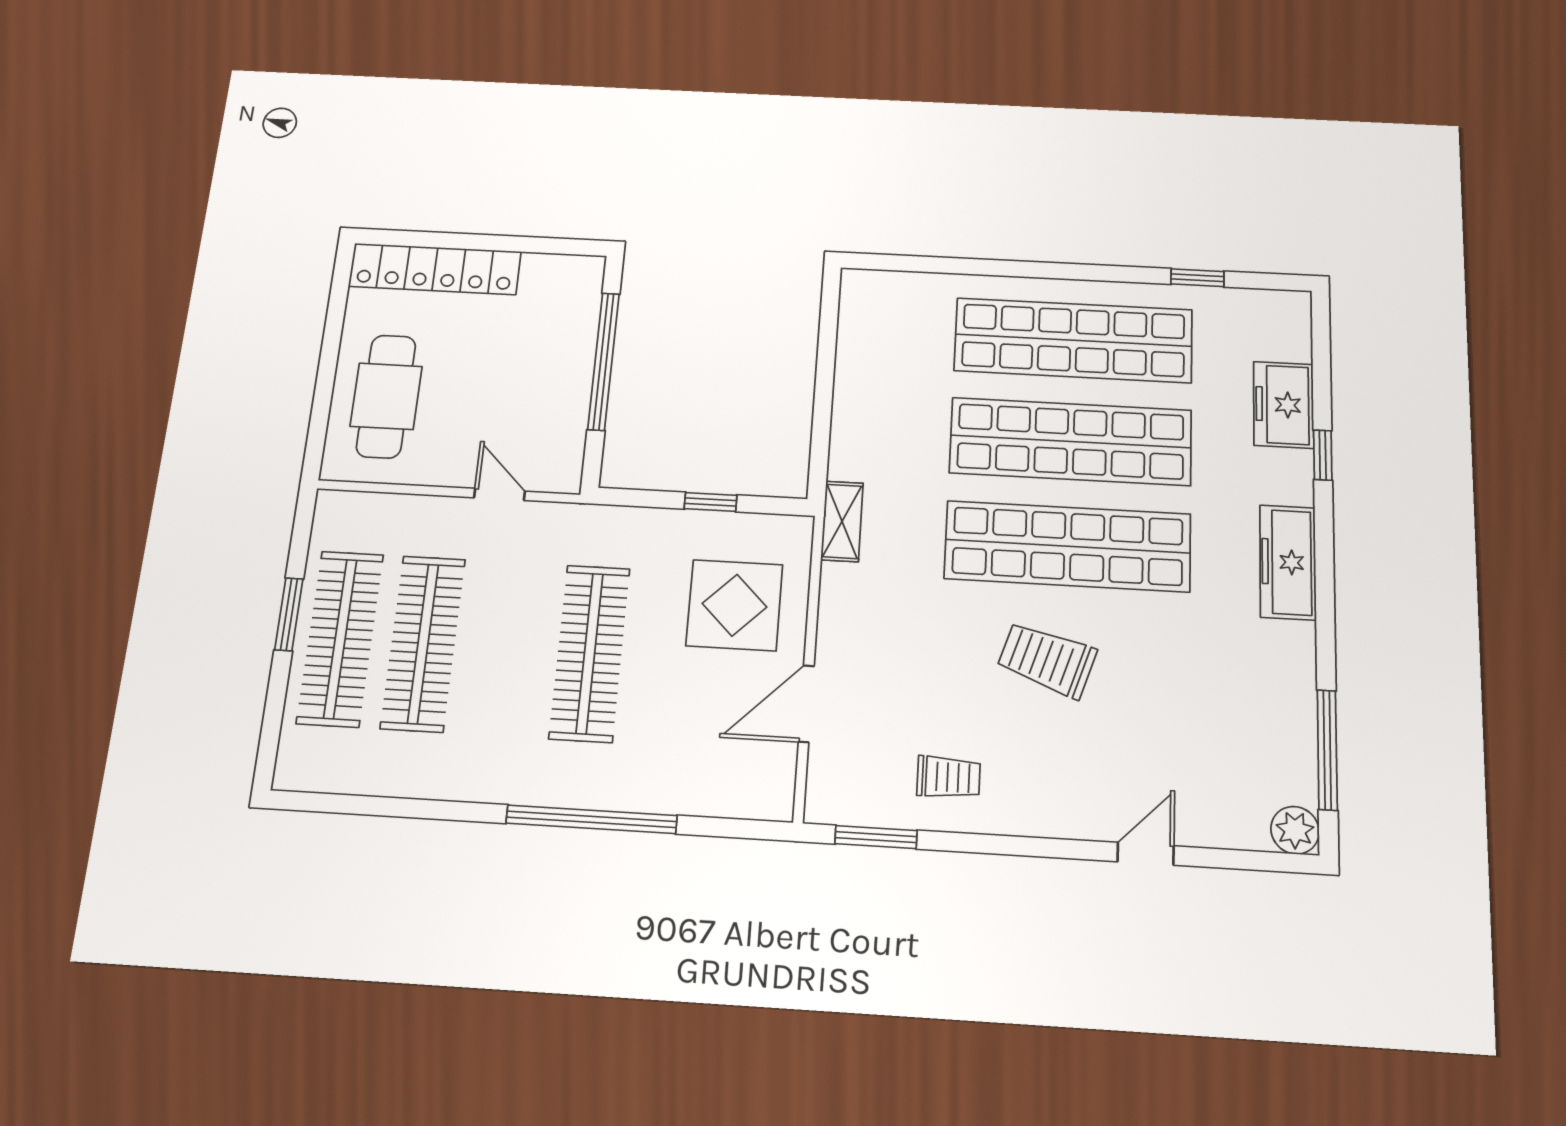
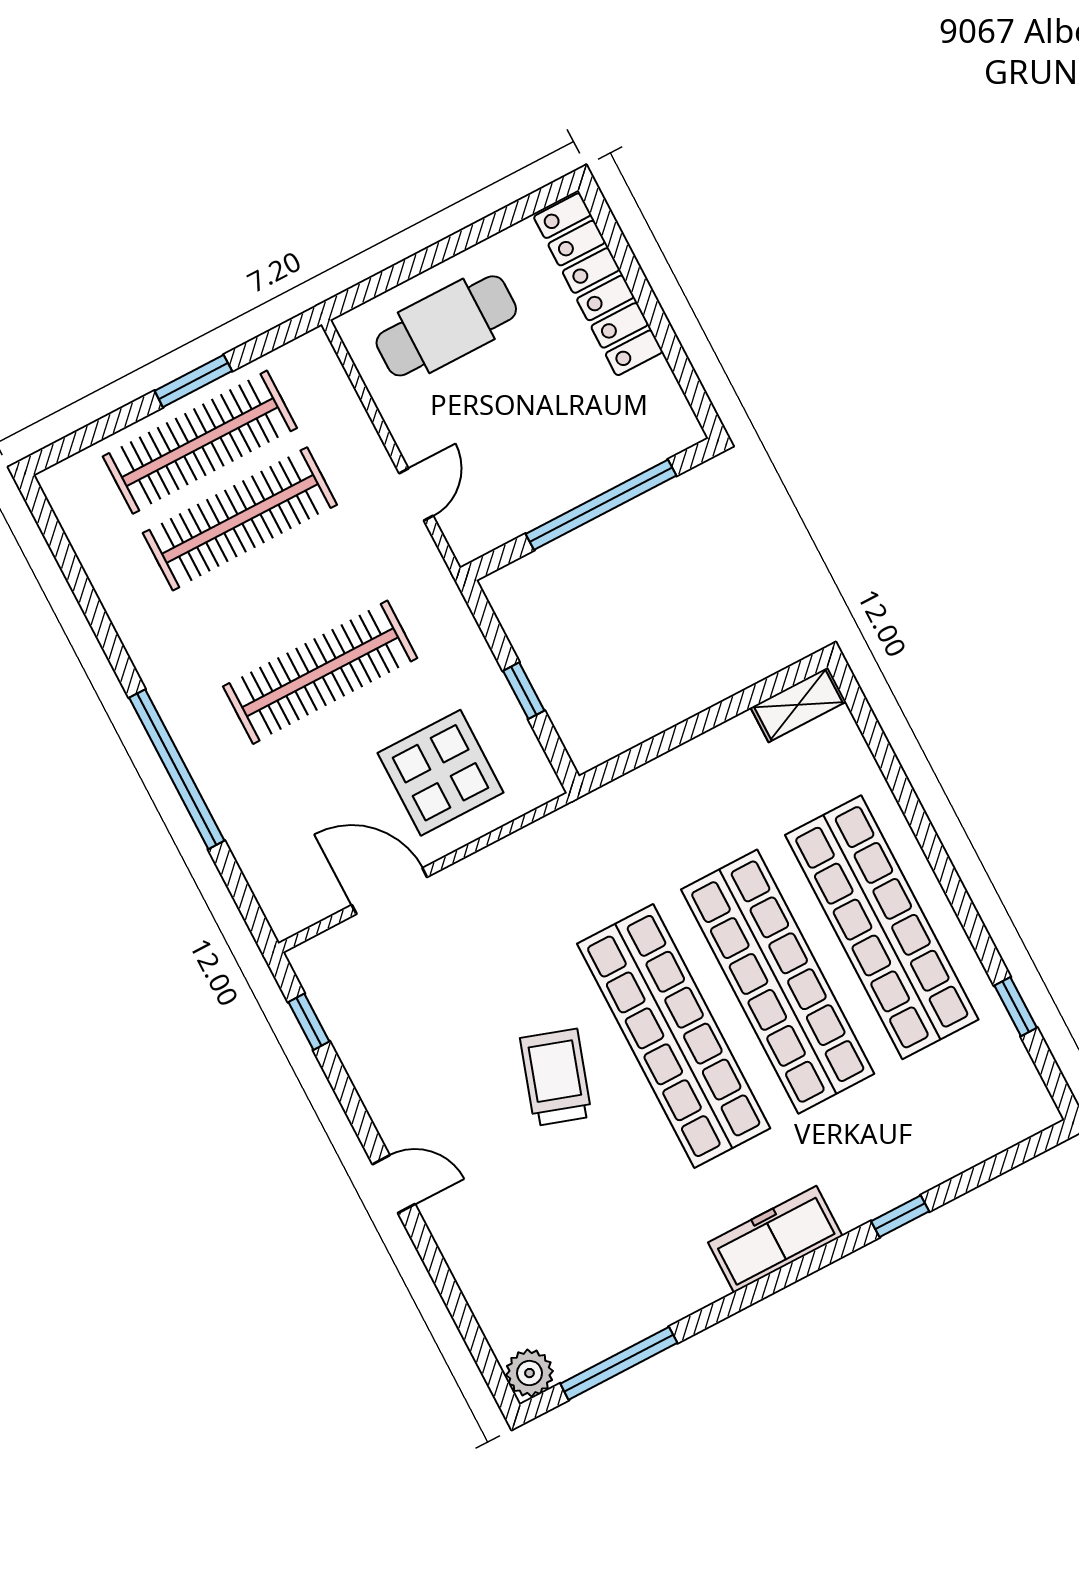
freezer: (1284, 405) -> (930, 1155), removed
shelving: (842, 521) -> (798, 705), moved
trolley: (949, 777) -> (398, 1053), removed
window: (876, 837) -> (309, 1022), width x0.67
door: (1146, 854) -> (394, 1184), moved

